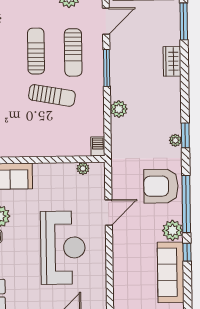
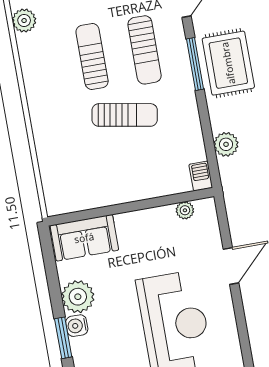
rug: (130, 71) -> (228, 63), added
plant: (119, 109) -> (226, 144), moved

